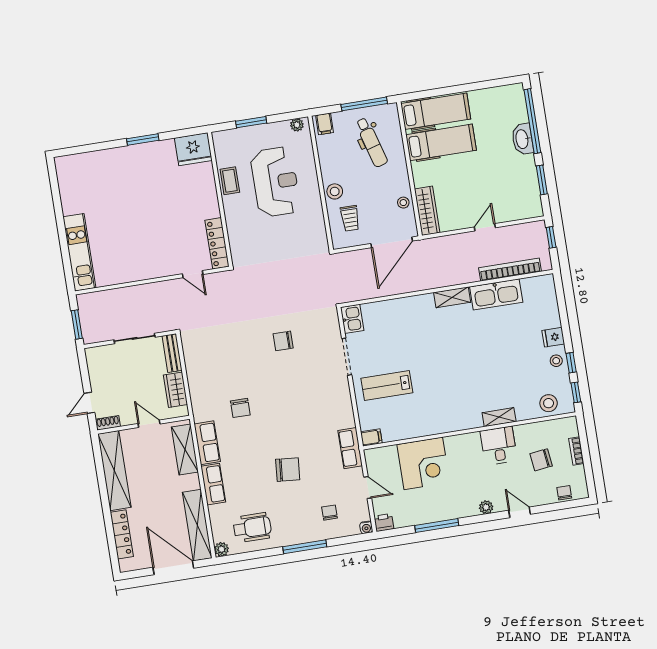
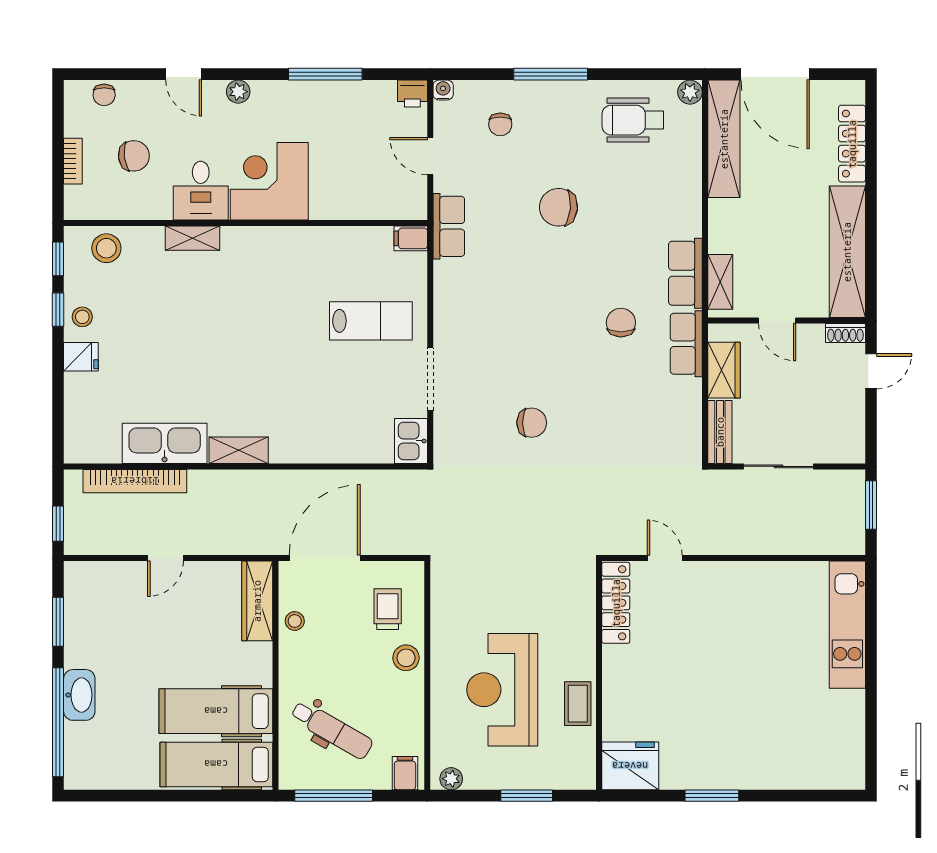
dental chair: (371, 142) -> (332, 730), turned 136
shelving: (185, 449) -> (720, 282), width x0.67, depth x0.75
corner desk: (423, 463) -> (269, 181), moved
row of seats: (213, 484) -> (686, 344), moved

